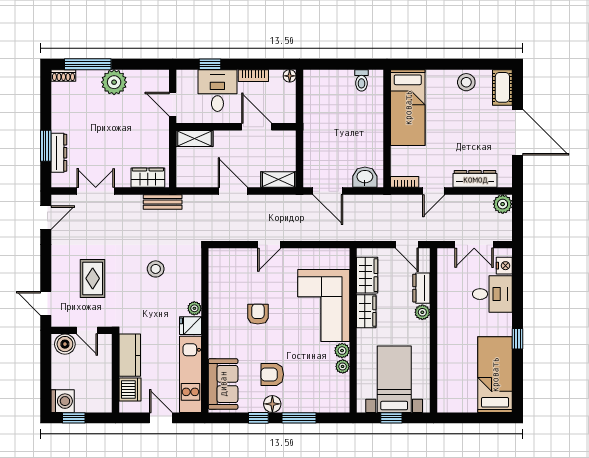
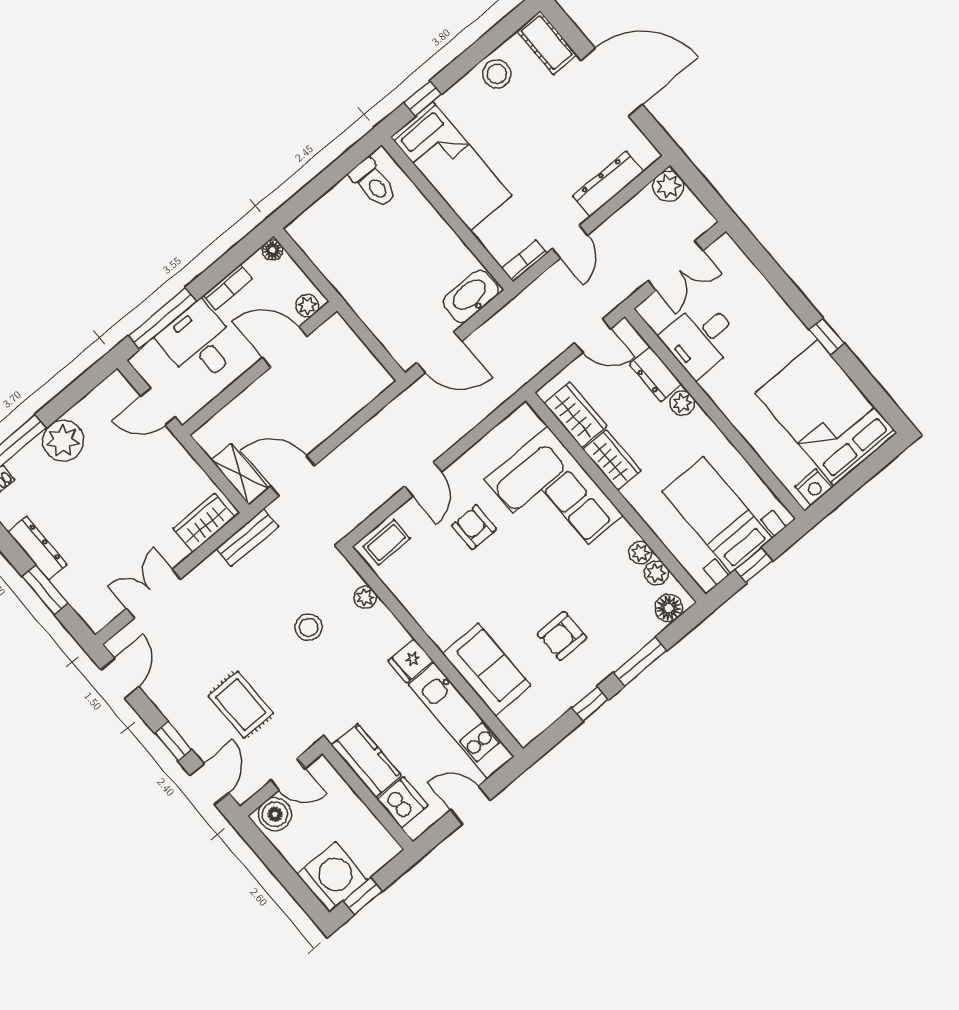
window: (210, 64) -> (162, 318), width x2.17
window: (422, 64) -> (423, 98), added
toilet: (361, 80) -> (373, 183), width x1.37, depth x1.39
plant: (284, 116) -> (307, 306), added
shelving: (195, 138) -> (240, 474), moved, turned 90
dresser: (59, 153) -> (37, 548), moved
washbasin: (365, 177) -> (471, 296), width x1.38
shelving: (278, 180) -> (367, 389), removed
door: (233, 191) -> (293, 476), moved
coffee table: (226, 260) -> (386, 542), added
nightstand: (504, 266) -> (813, 487), moved, turned 90
window: (46, 269) -> (173, 741), added
desk: (492, 294) -> (701, 339), moved, turned 180
door: (46, 303) -> (209, 784), swing flipped
plant: (194, 308) -> (365, 597), moved
armchair: (258, 314) -> (474, 527), moved
plant: (342, 351) -> (656, 573), moved
bed: (495, 375) -> (826, 413), width x1.50
sofa: (223, 384) -> (486, 669), moved
washing machine: (63, 401) -> (332, 877), width x1.37, depth x1.37
floor lamp: (272, 404) -> (669, 608), moved

